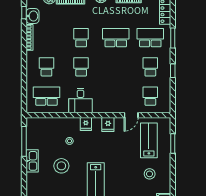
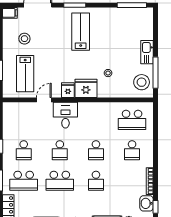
school desk: (150, 96) -> (60, 150), moved
desk: (81, 101) -> (65, 115), moved
fridge: (86, 124) -> (86, 88), width x1.88, depth x1.34
stool: (61, 166) -> (142, 82), moved

